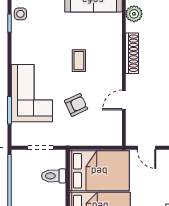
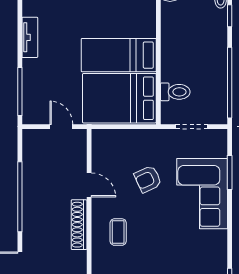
shoe rack: (132, 53) -> (79, 225), moved
coffee table: (79, 61) -> (118, 232), moved
door: (124, 100) -> (89, 185), hinge flipped

